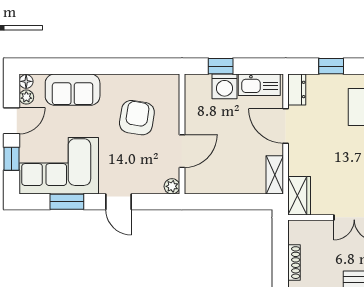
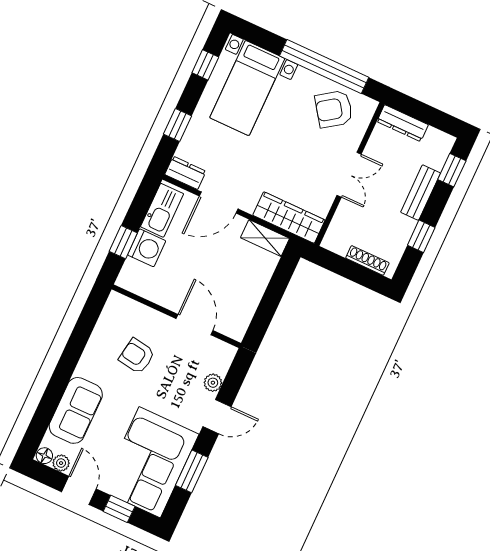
armchair: (137, 118) -> (137, 356), width x0.72, depth x0.72
plant: (172, 186) -> (213, 383), moved
wardrobe: (299, 196) -> (289, 218), width x1.50

